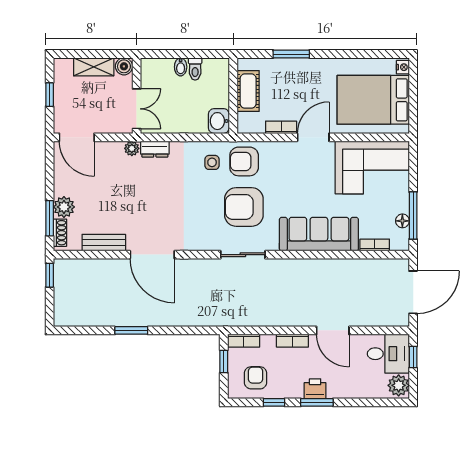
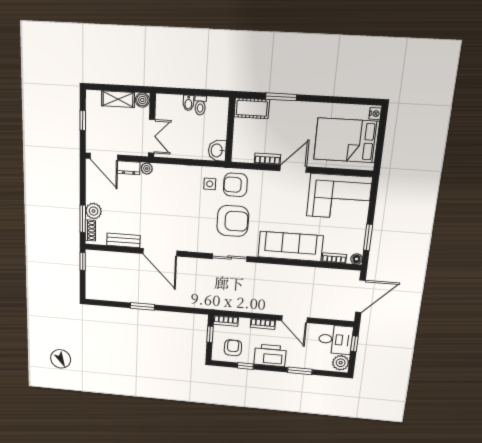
cot: (248, 91) -> (252, 108), moved, turned 90
dresser: (155, 149) -> (129, 168), moved
armchair: (244, 207) -> (233, 221), turned 180
window: (413, 215) -> (368, 237), width x0.69
floor lamp: (402, 221) -> (357, 259), moved
printer: (315, 389) -> (270, 355), width x1.87, depth x1.48
window: (317, 402) -> (300, 371), moved

